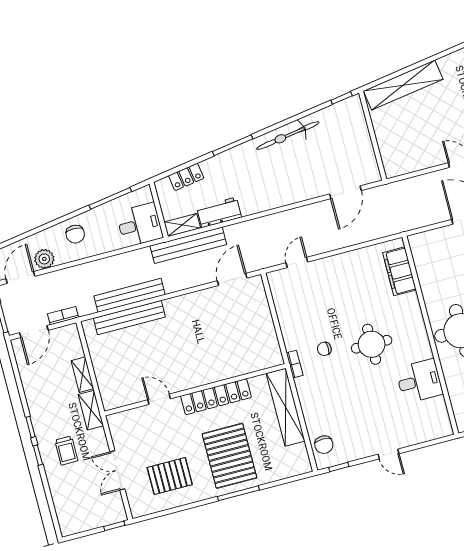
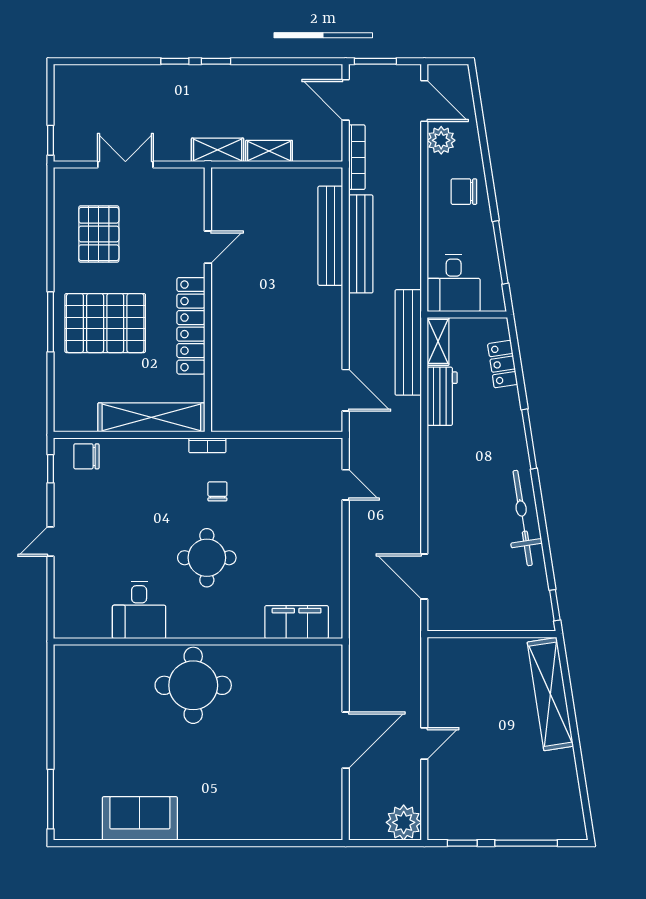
bookcase: (63, 316) -> (357, 157), width x1.56
trolley: (66, 451) -> (171, 102), removed

